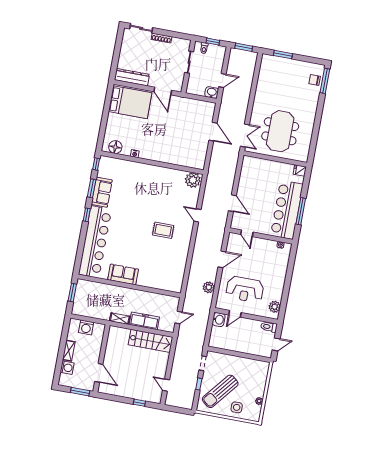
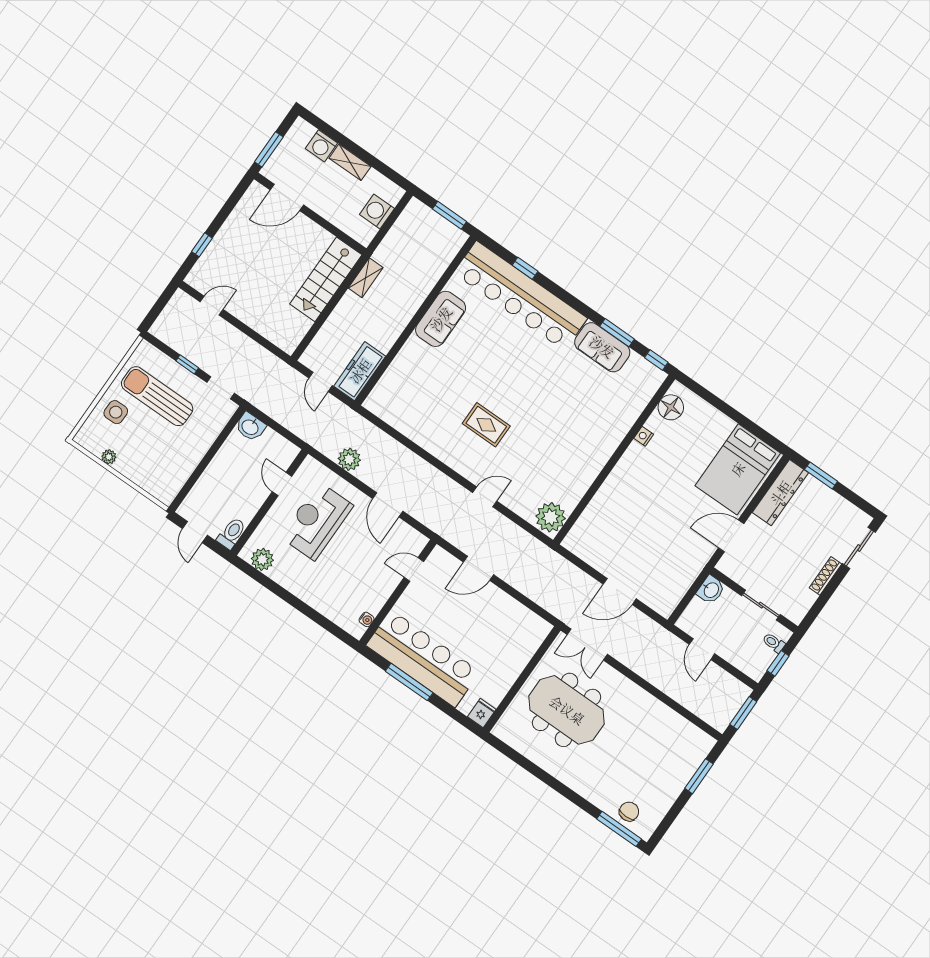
window: (115, 62) -> (821, 475), added
washbasin: (212, 93) -> (711, 590), moved
window: (87, 215) -> (525, 268), moved
rug: (163, 230) -> (486, 425), turned 90
washbasin: (219, 320) -> (250, 427), moved
freezer: (144, 321) -> (360, 371), moved, turned 180
stairs: (151, 341) -> (326, 279), moved
sun lounger: (220, 391) -> (157, 396), turned -39

